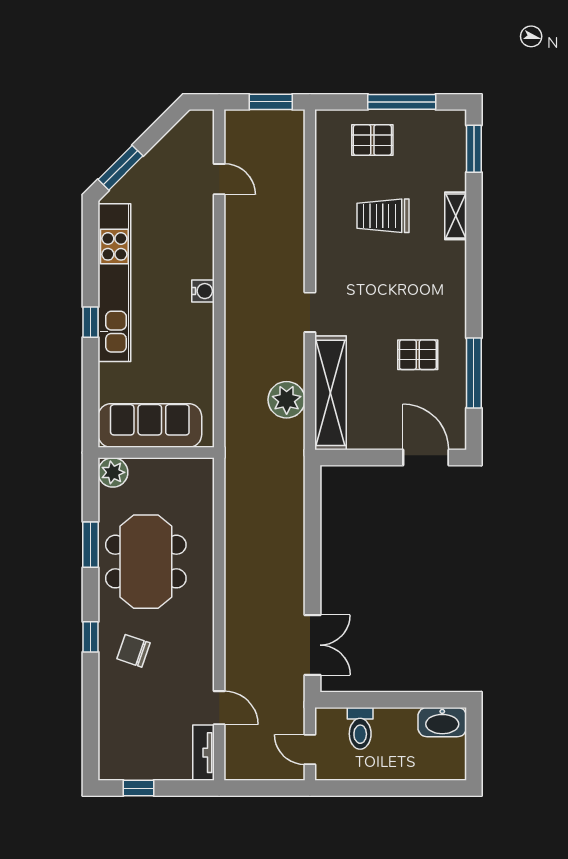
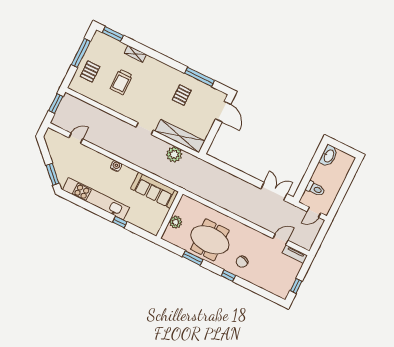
window: (90, 322) -> (120, 222), moved
sofa: (150, 425) -> (155, 190), moved, turned -90
door: (426, 458) -> (223, 112), swing flipped
plant: (113, 472) -> (176, 222), moved

